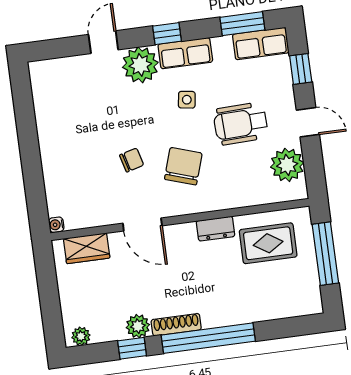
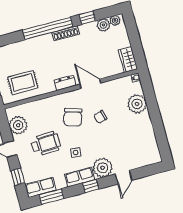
plant: (60, 175) -> (137, 104), added
dresser: (216, 229) -> (65, 83), moved
wardrobe: (87, 248) -> (128, 60), moved, turned -90
plant: (138, 326) -> (103, 25), moved

